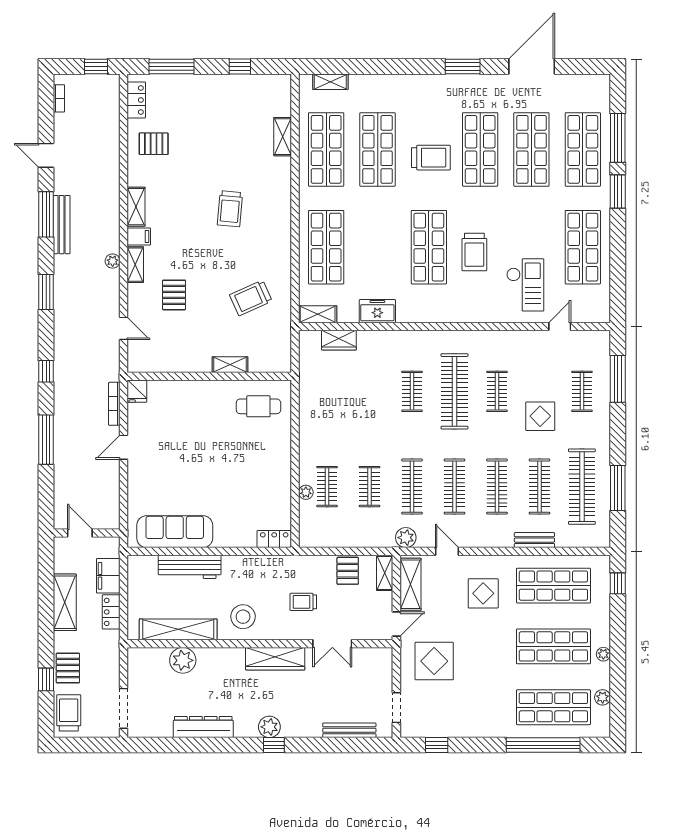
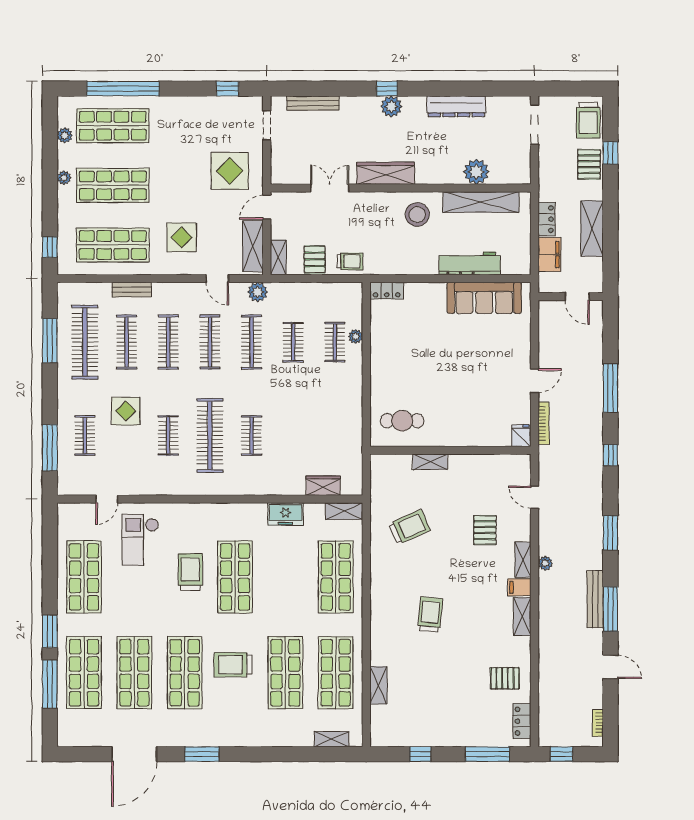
trolley: (303, 602) -> (350, 261), moved

